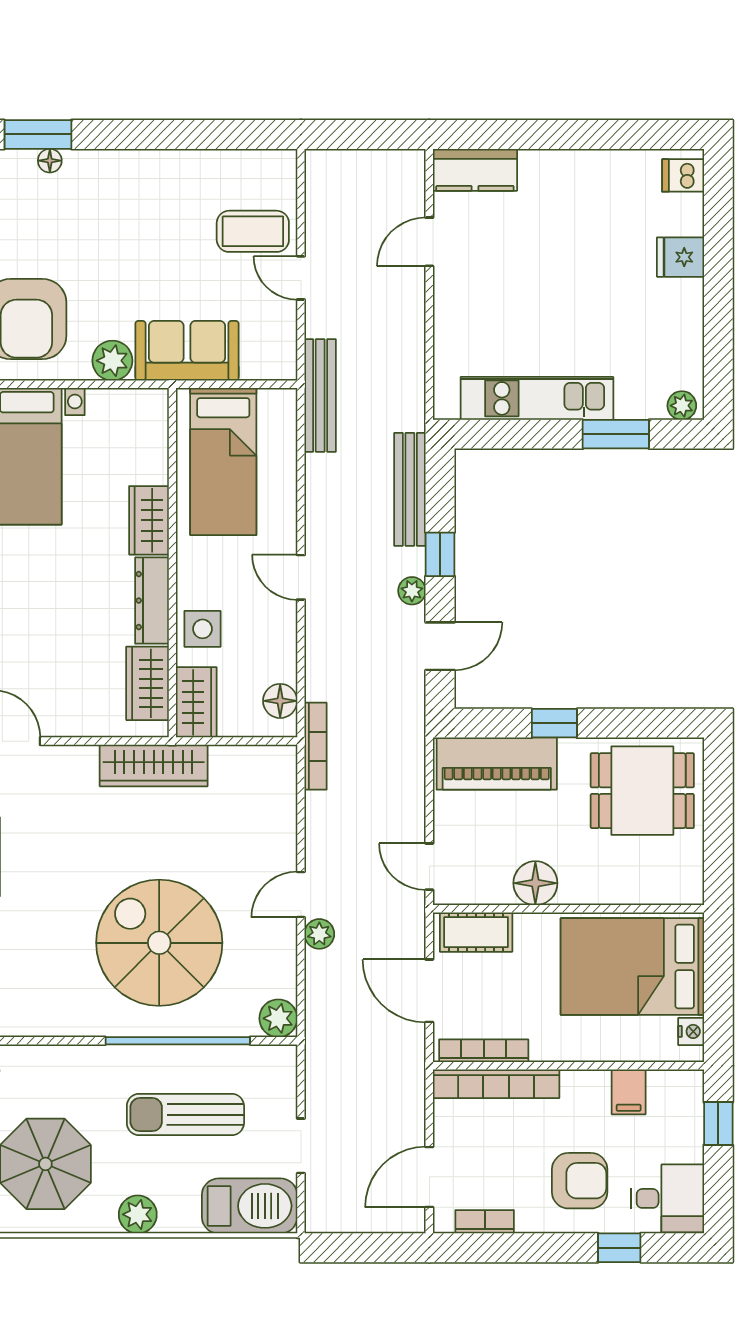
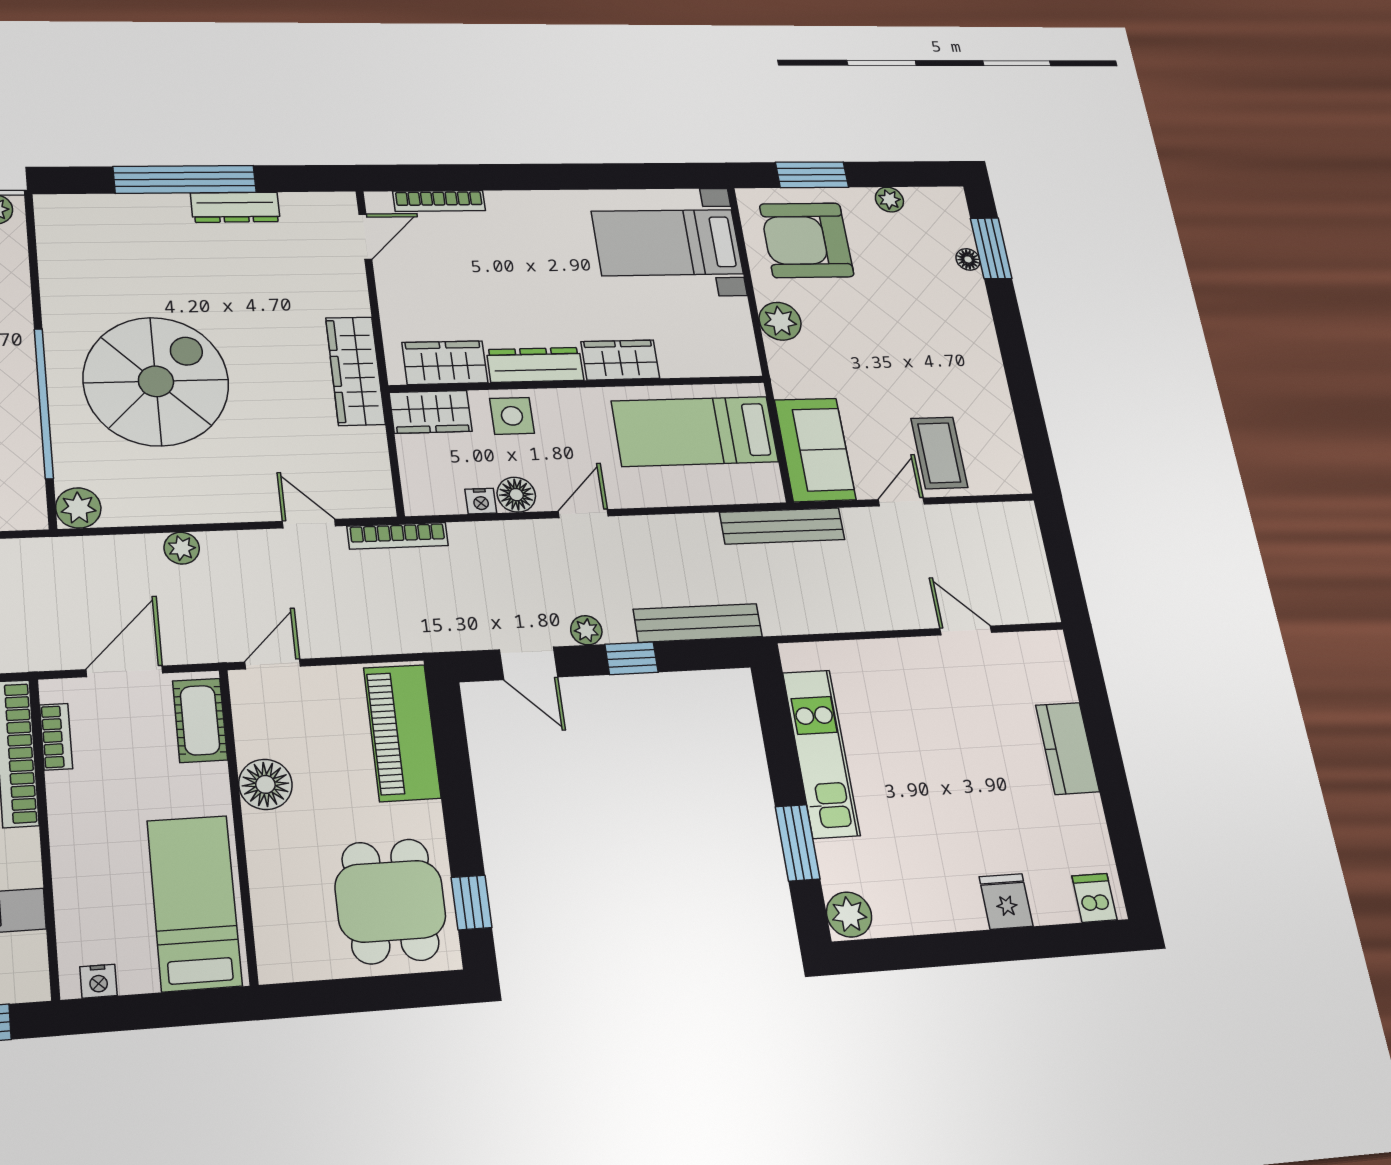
kitchen counter: (475, 170) -> (1067, 748), moved
sofa: (187, 351) -> (815, 450), moved
plant: (682, 406) -> (849, 915), width x1.38, depth x1.38
nightstand: (285, 668) -> (481, 501), added
floor lamp: (280, 701) -> (516, 495), moved
window: (554, 723) -> (472, 902), moved
door: (301, 895) -> (309, 524), moved
bed: (632, 967) -> (194, 903), width x0.67
bookcase: (484, 1051) -> (56, 737), width x0.64

